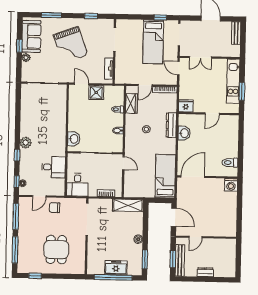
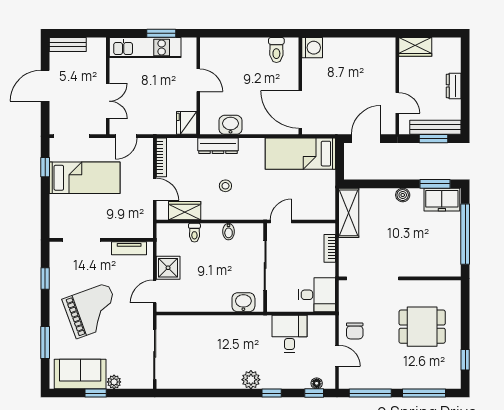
wardrobe: (230, 249) -> (415, 47), added
freezer: (116, 268) -> (442, 200), moved, turned -90

